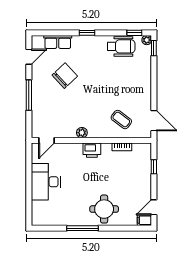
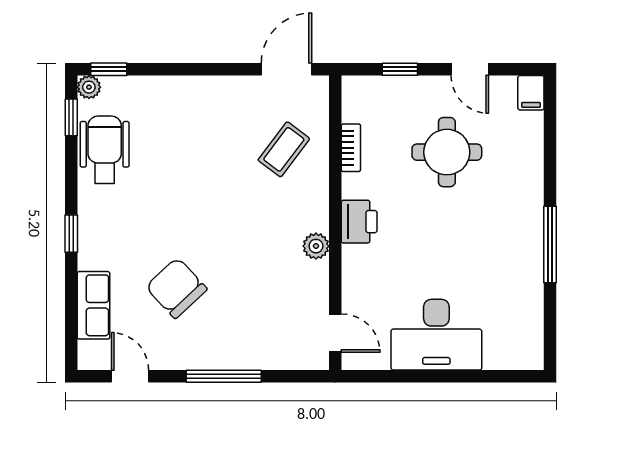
door: (154, 207) -> (470, 69), moved
round table: (104, 209) -> (447, 152), moved

